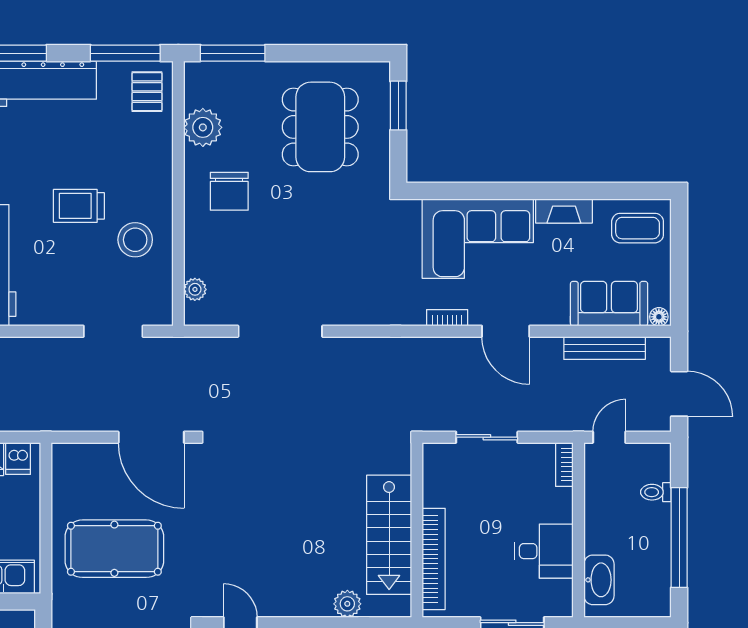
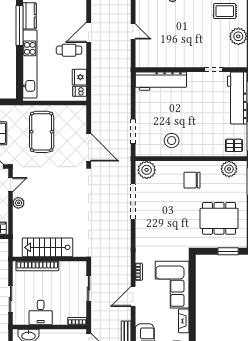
plant: (203, 127) -> (229, 169), moved
trolley: (79, 206) -> (186, 117), removed
plant: (195, 289) -> (147, 170), width x1.87, depth x1.87
door: (151, 437) -> (89, 147), swing flipped
plant: (347, 604) -> (18, 203), moved

